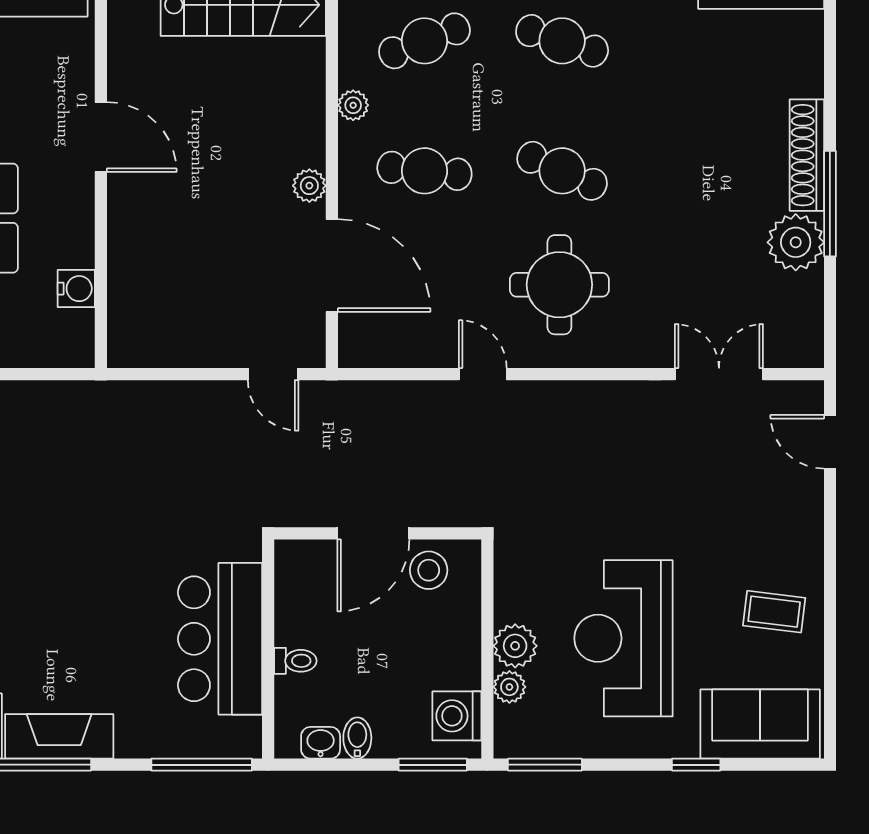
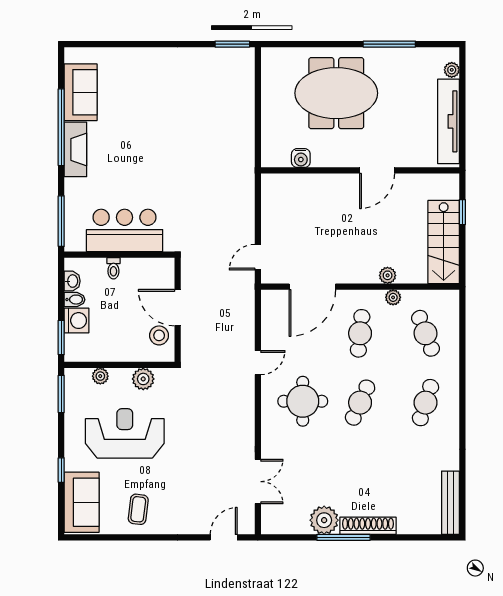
plant: (309, 186) -> (388, 275), moved
plant: (515, 646) -> (143, 379), moved
washing machine: (457, 716) -> (77, 321), moved, turned 90

